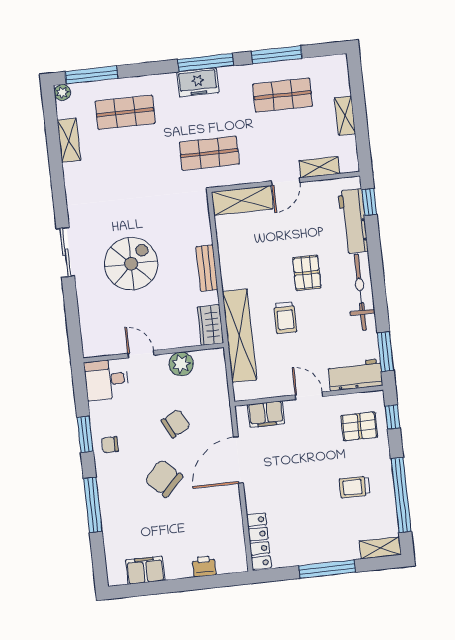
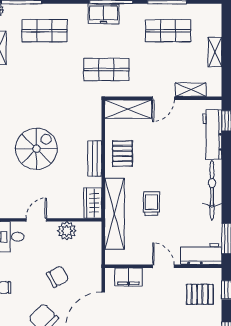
pallet: (307, 273) -> (122, 154), moved
trolley: (285, 318) -> (151, 204), turned 180
door: (141, 354) -> (36, 220), hinge flipped

